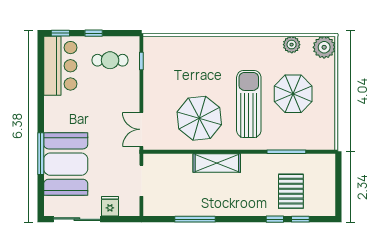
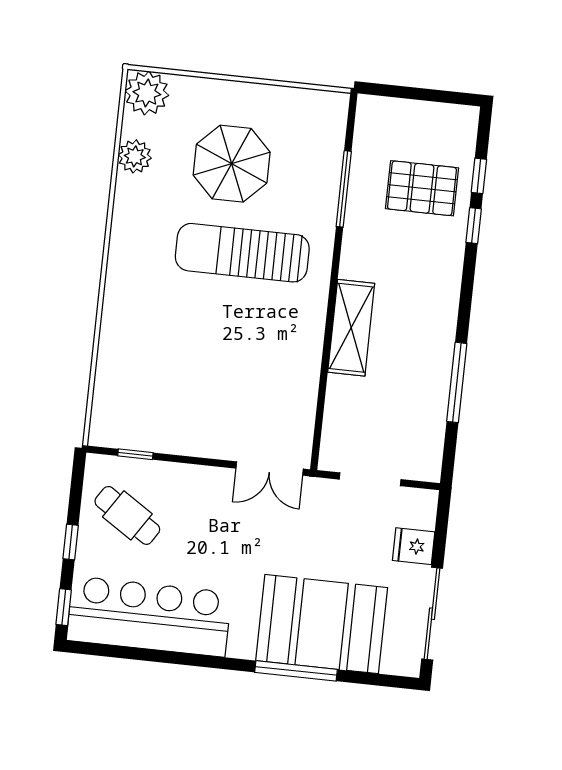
cafe table: (110, 60) -> (127, 515), turned -57
bar counter: (60, 66) -> (149, 616), width x1.36
parasol: (199, 118) -> (260, 353), removed

